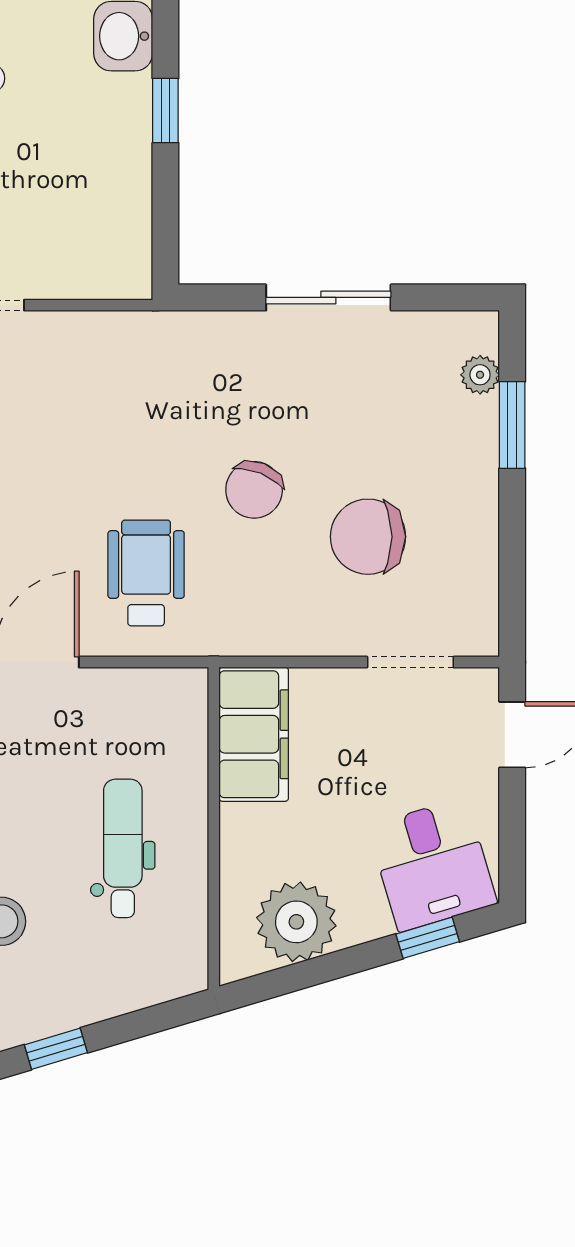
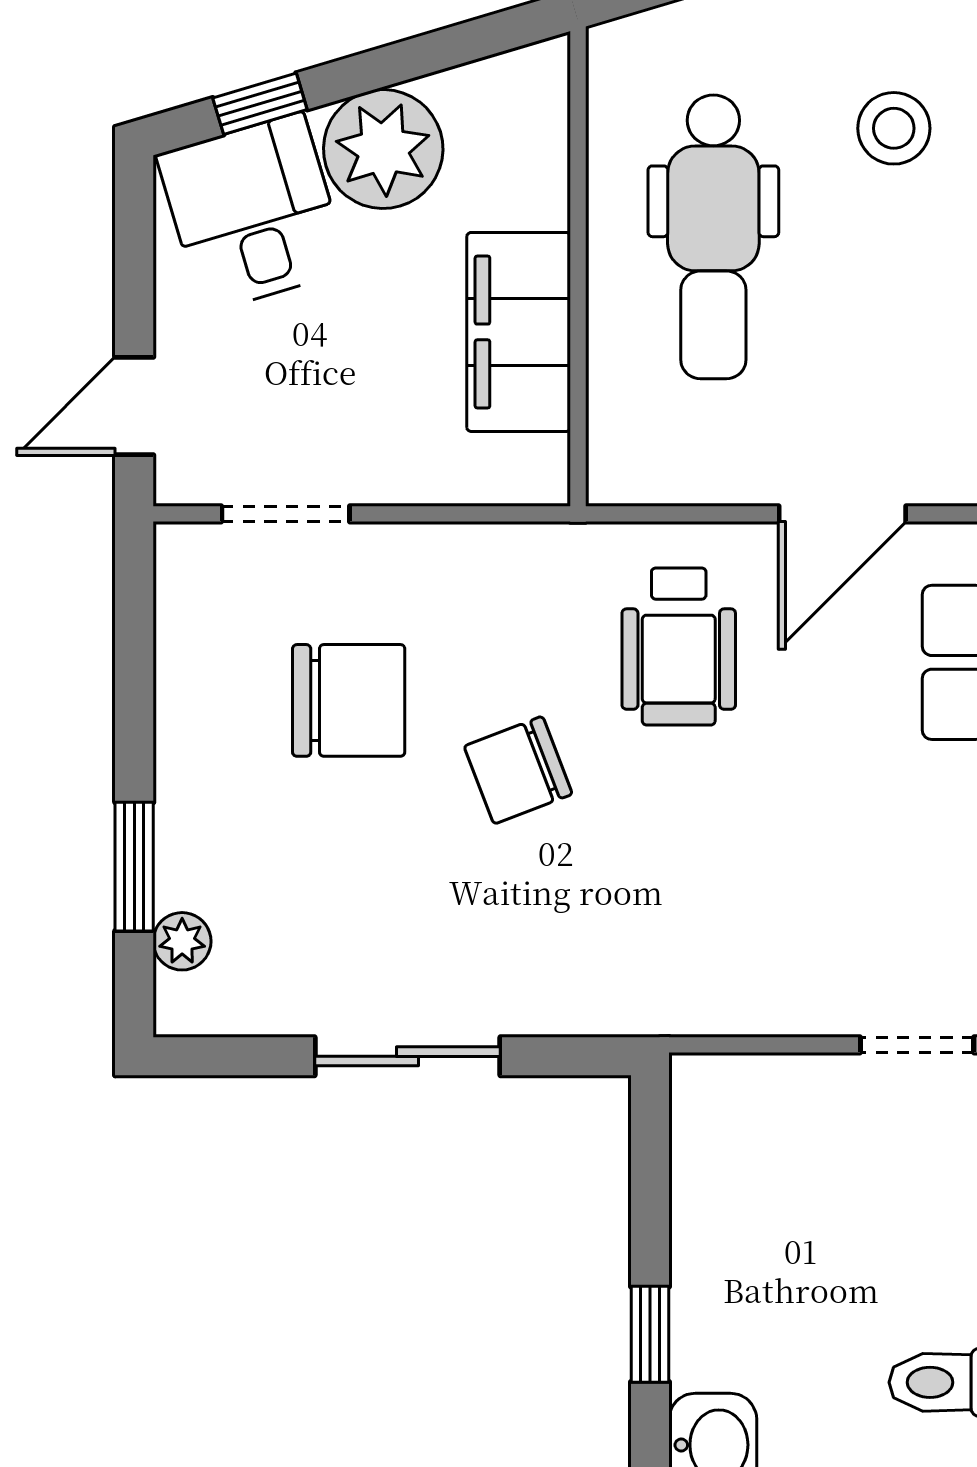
chair: (254, 490) -> (518, 770), turned -133
filing cabinet: (254, 734) -> (519, 332), moved
dental chair: (123, 848) -> (713, 237), width x1.36, depth x1.38
plant: (296, 922) -> (383, 149), moved

